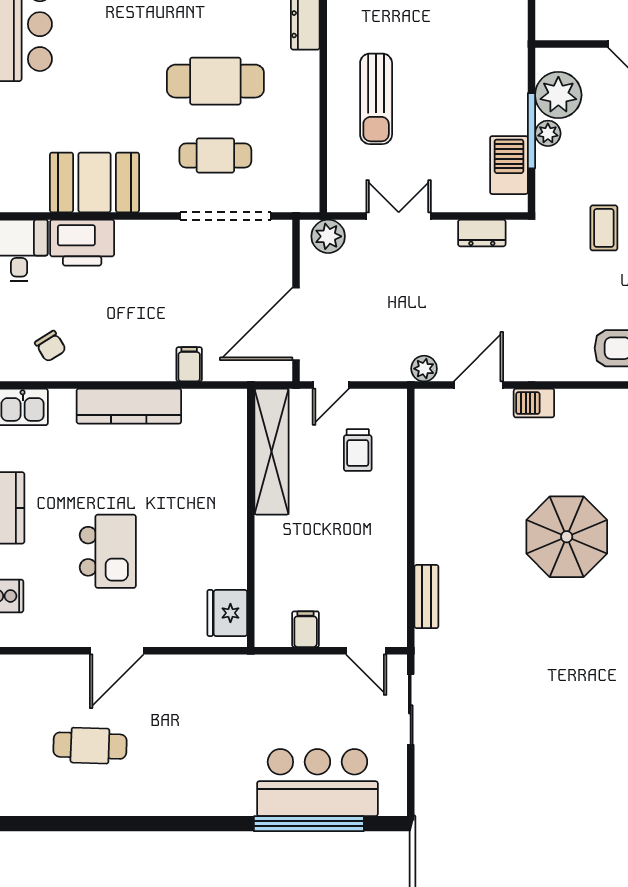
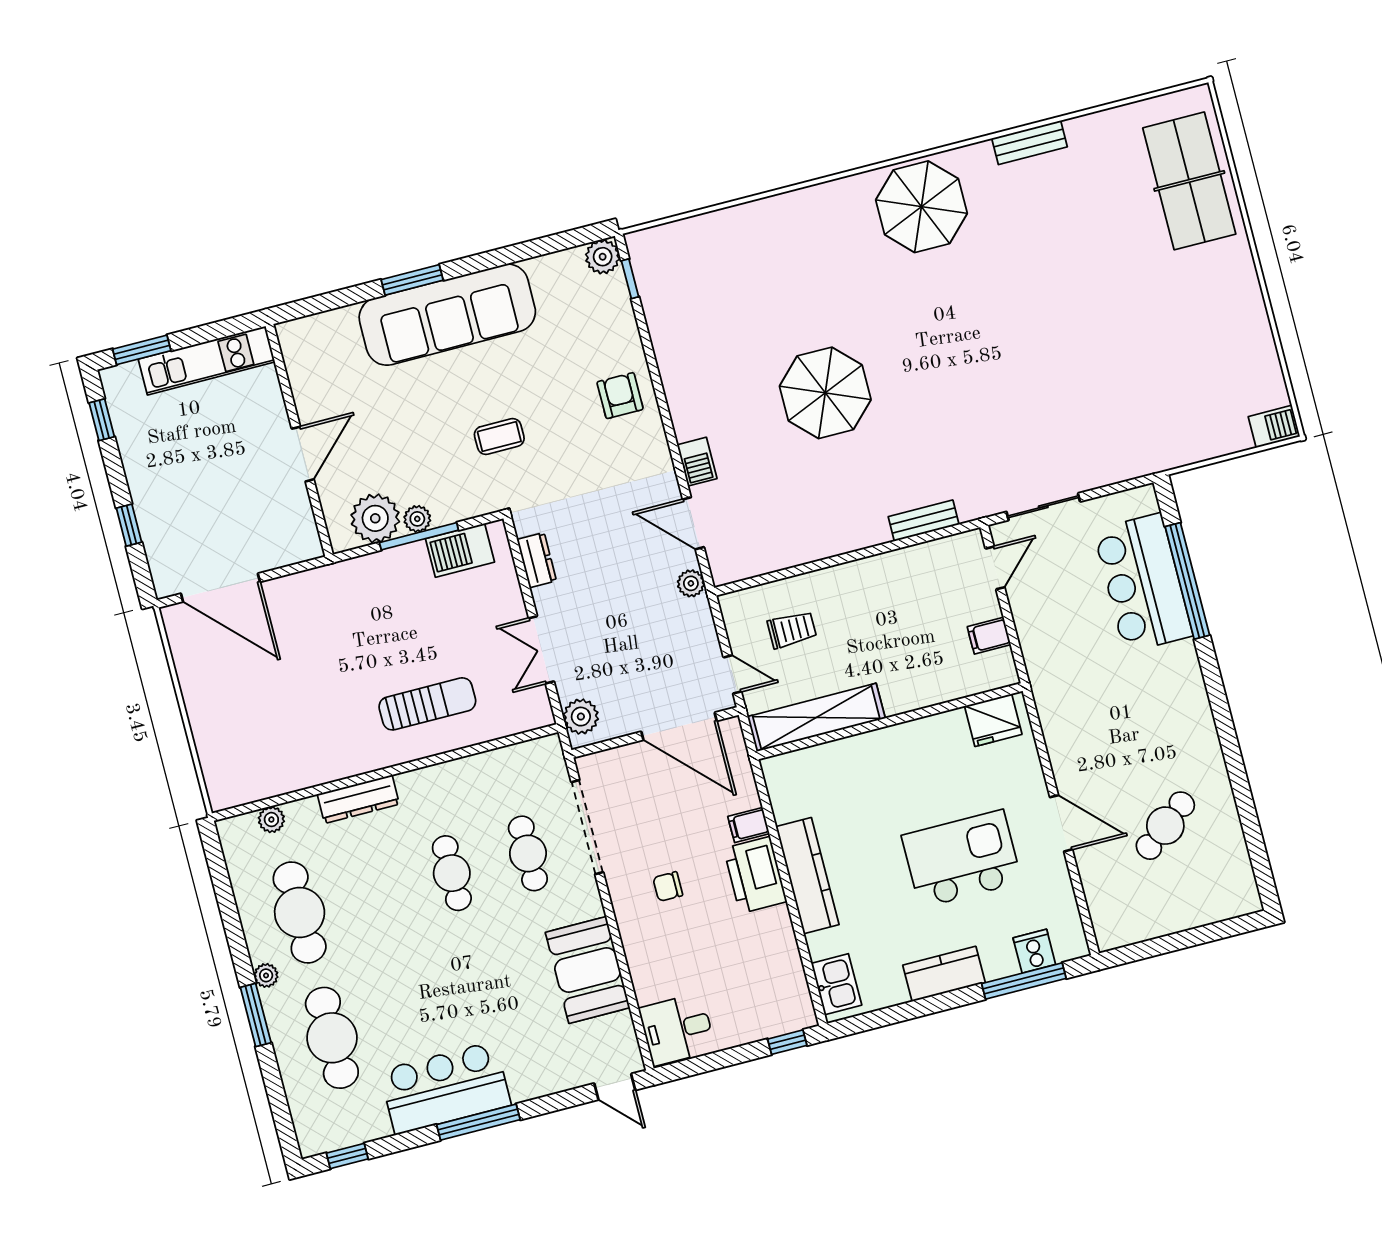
cafe table: (215, 81) -> (452, 873), width x0.73, depth x0.74
printer: (82, 243) -> (755, 875), moved, turned 180
chair: (50, 346) -> (668, 887), moved, turned -148
kitchen island: (108, 551) -> (962, 859), width x1.37, depth x1.28
cafe table: (90, 746) -> (1165, 826), turned 50

